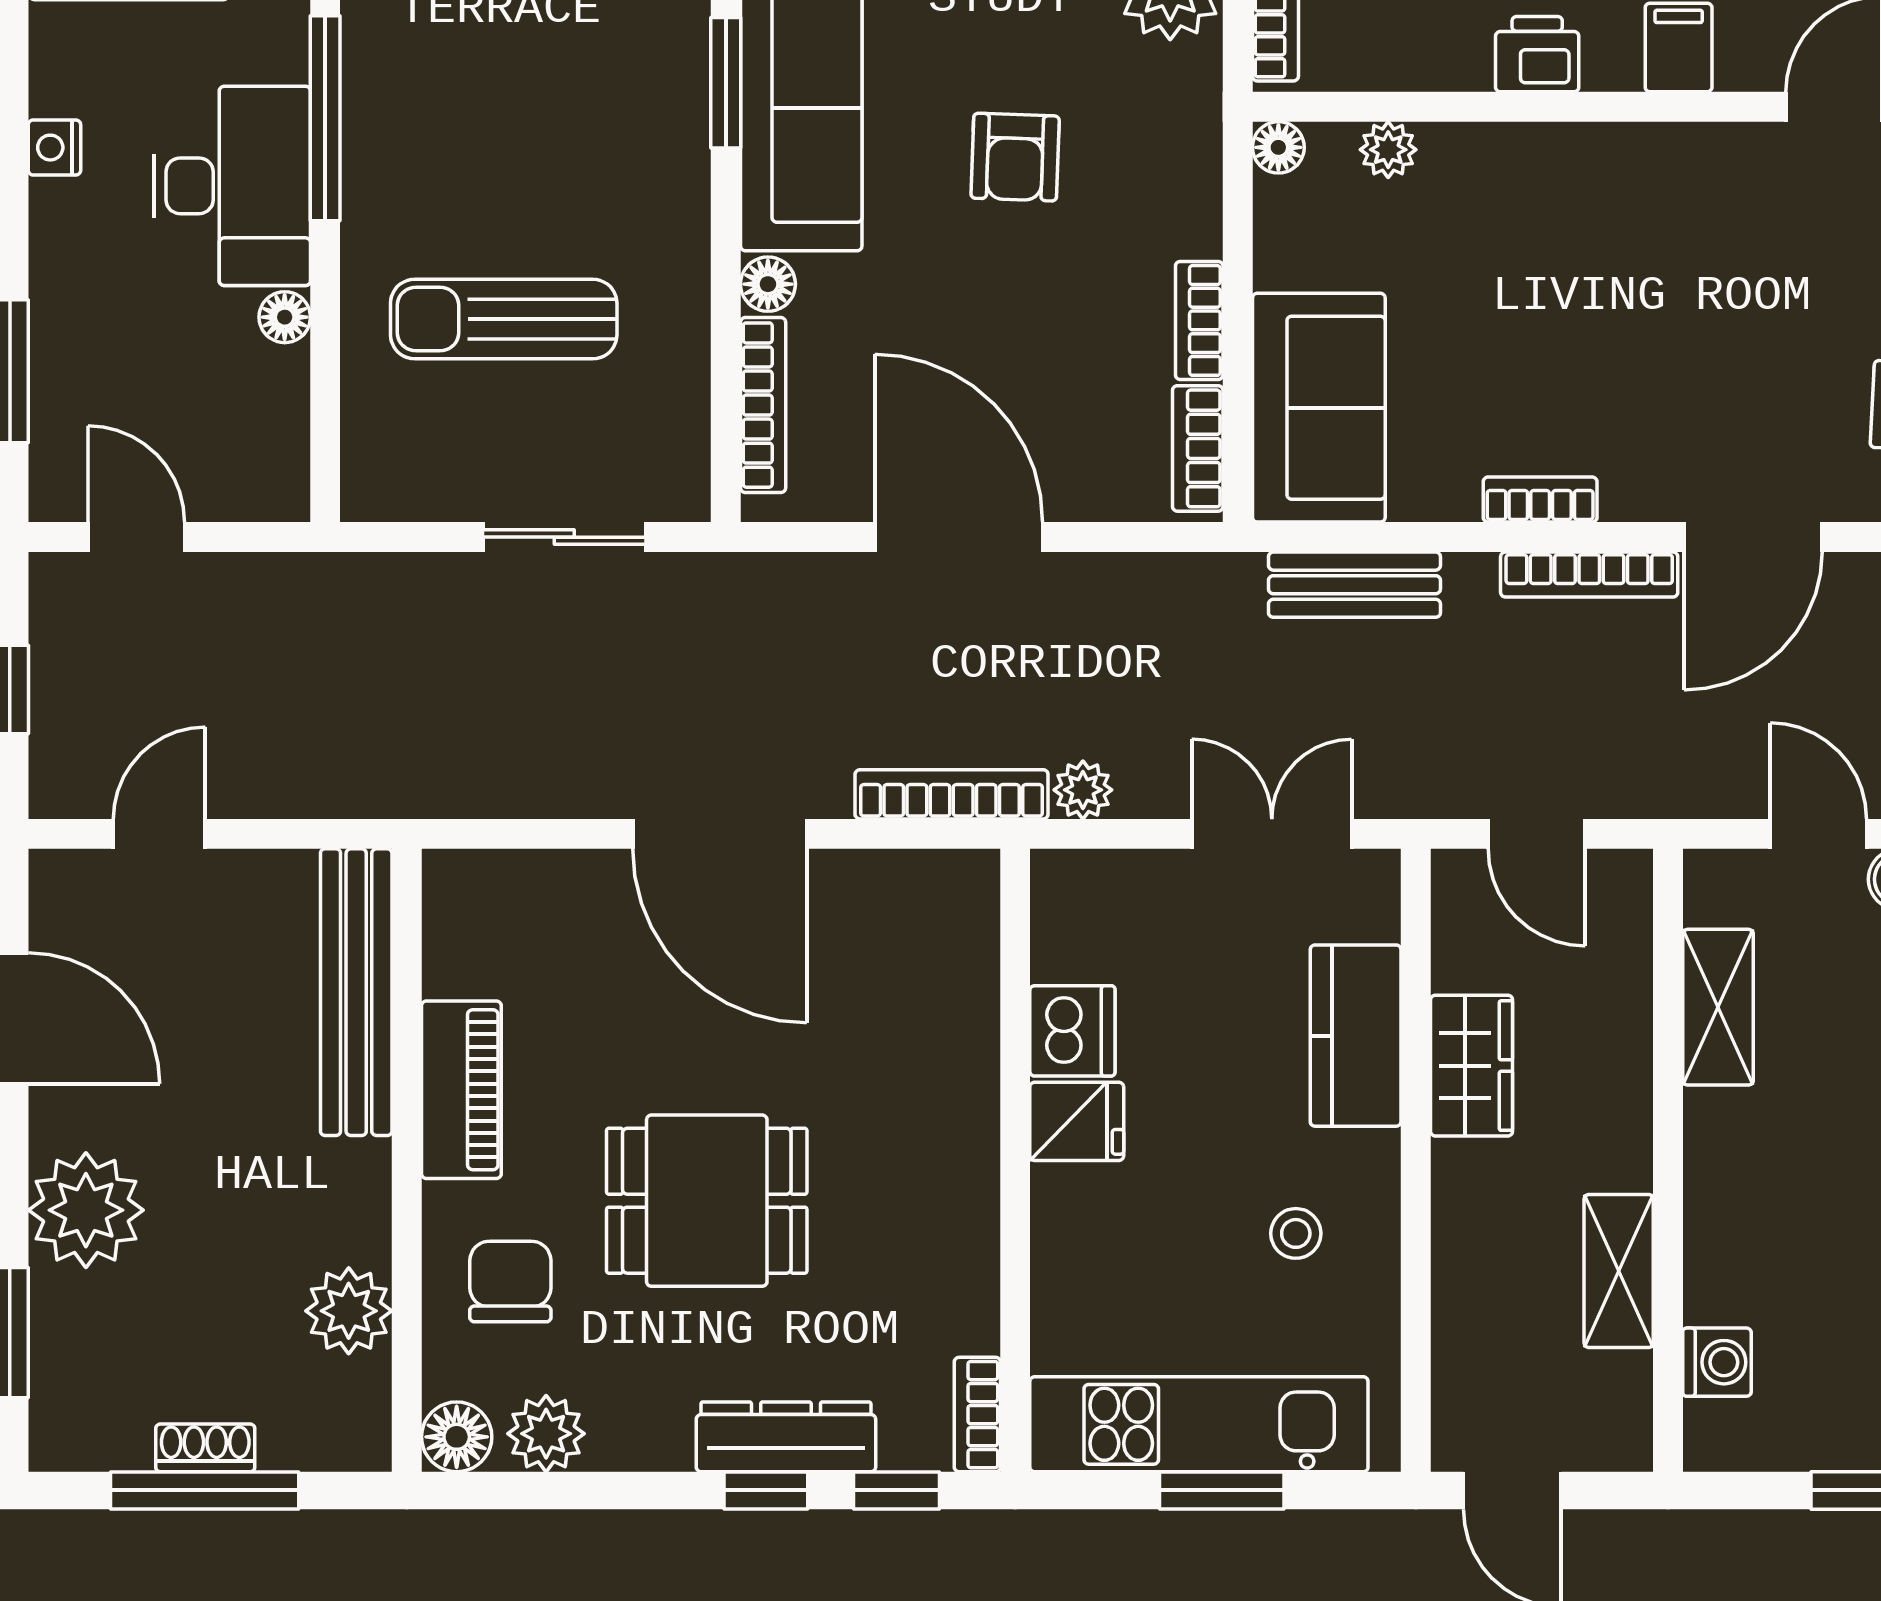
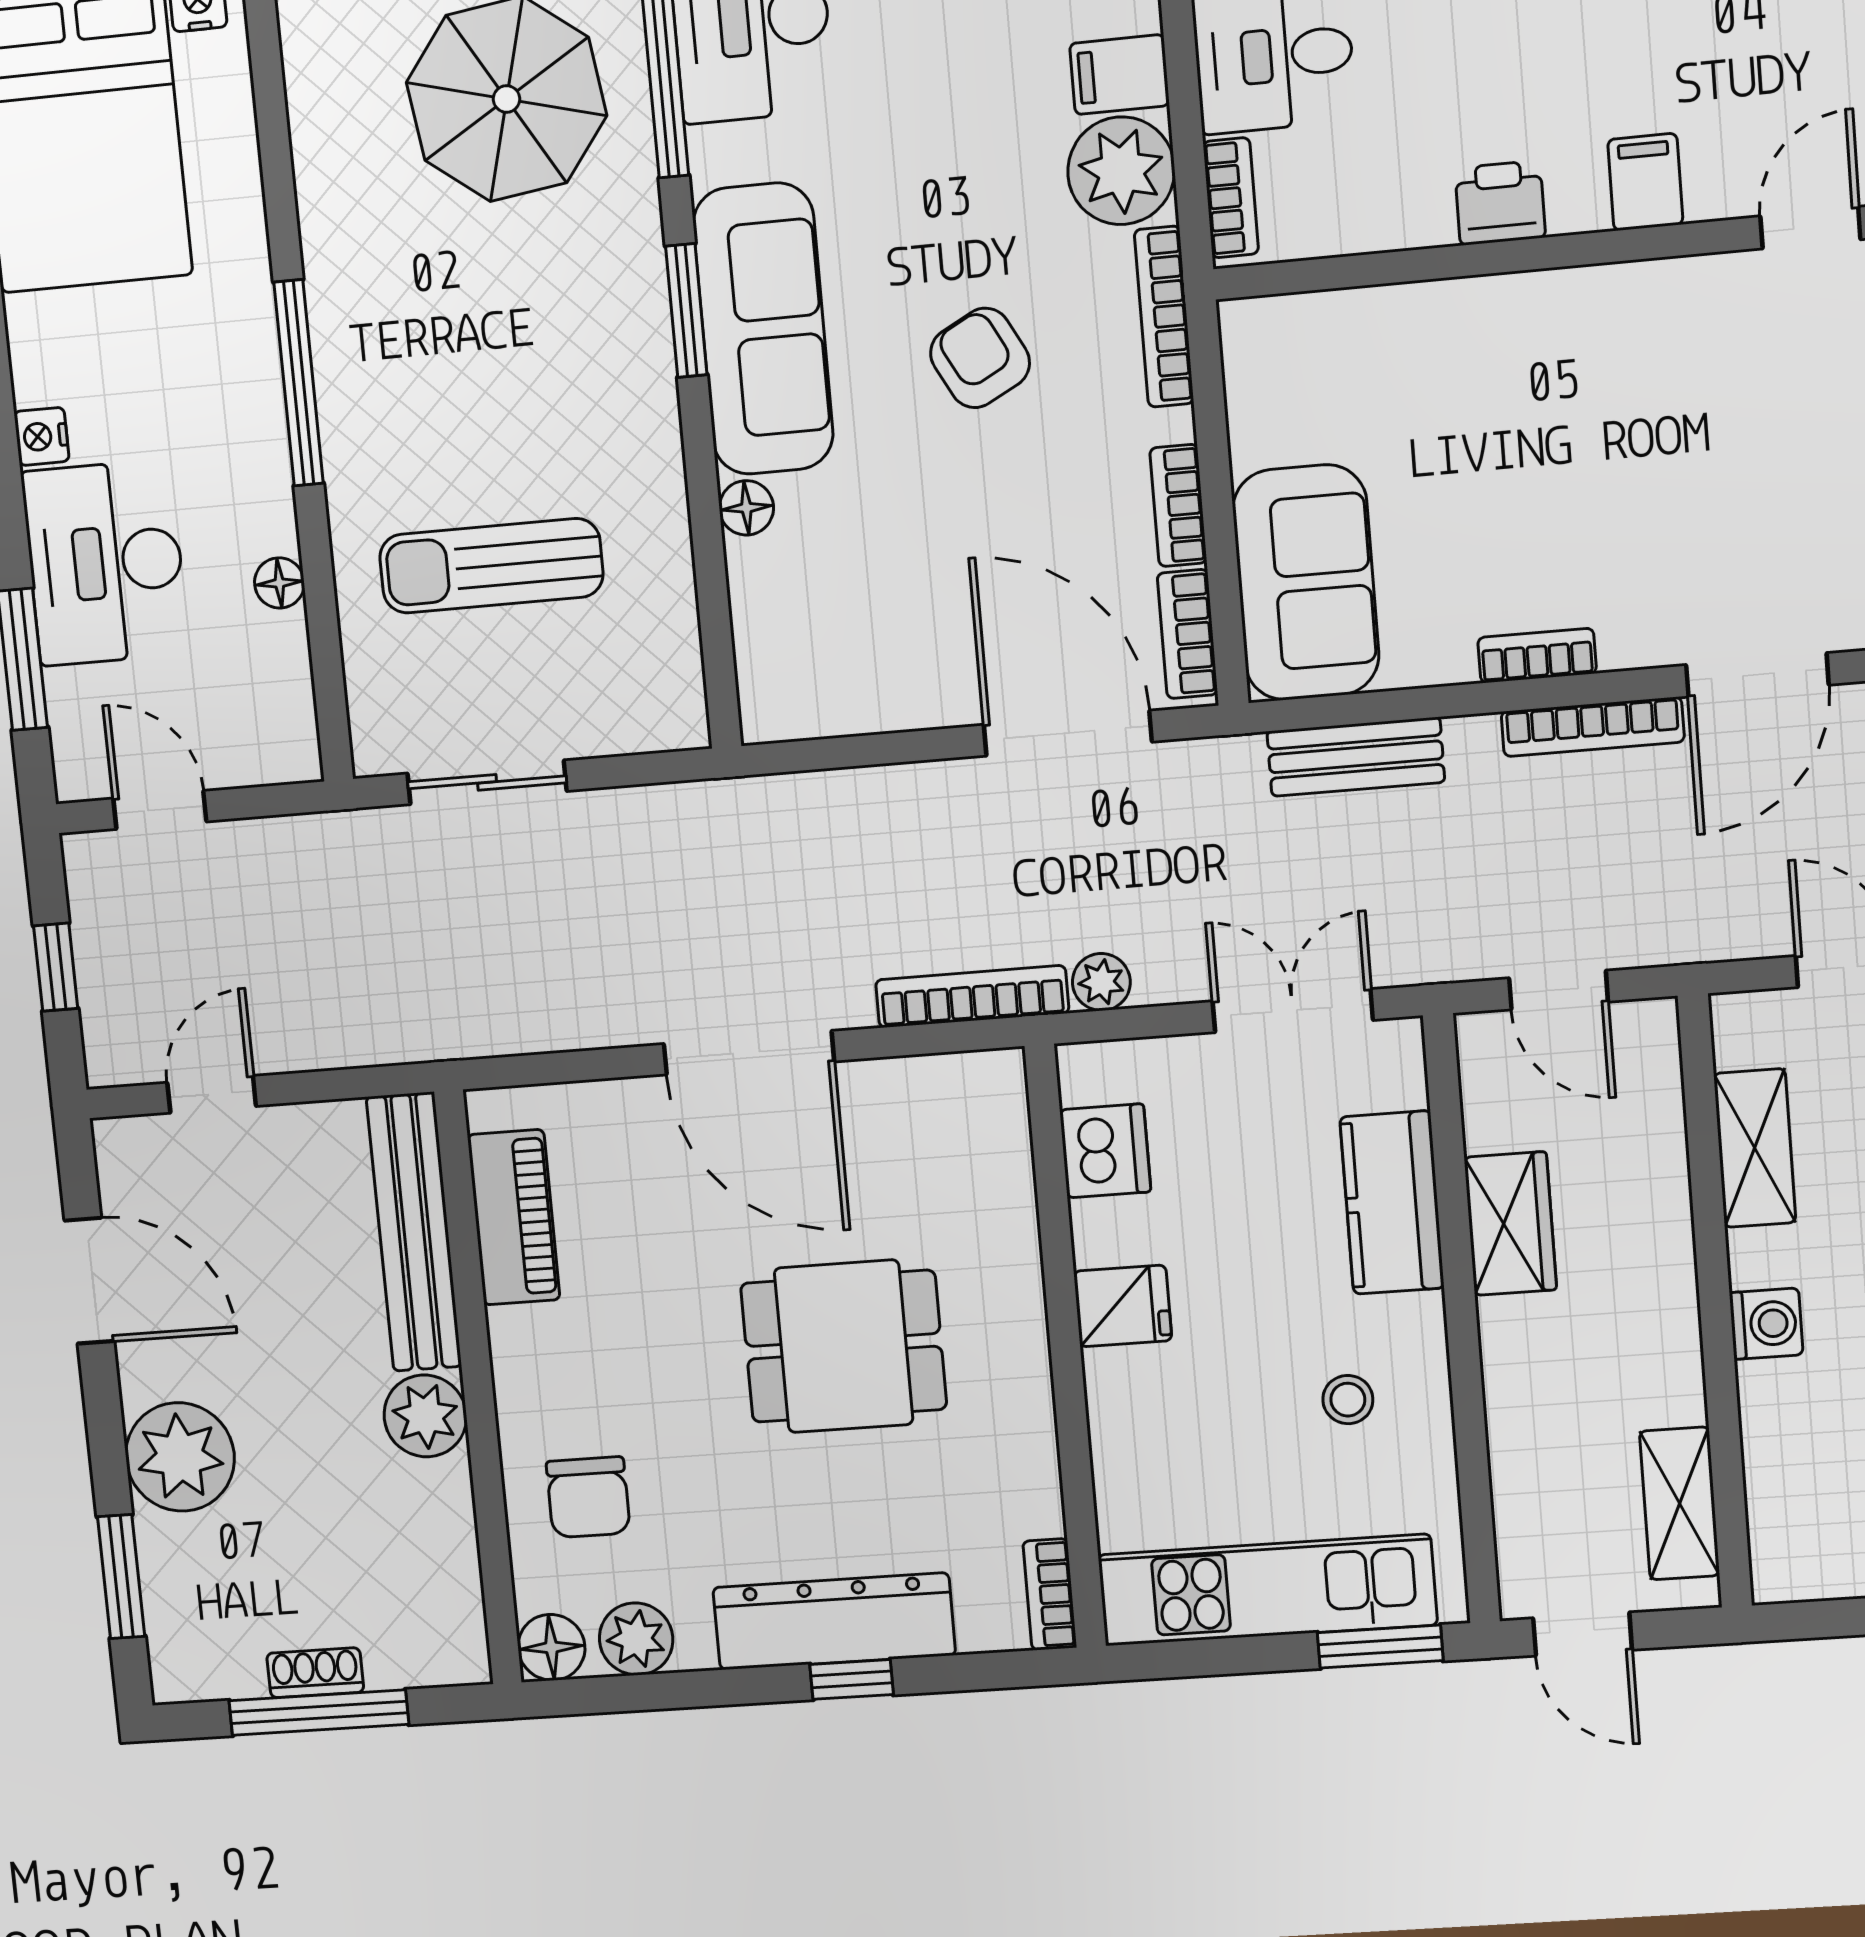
floor lamp: (1278, 147) -> (1244, 323), removed
plant: (1388, 150) -> (1355, 315), removed
armchair: (1015, 157) -> (980, 358), turned 150
desk: (232, 186) -> (105, 563), moved, turned 180
bookcase: (763, 405) -> (1164, 317), moved, turned 180
sliding door: (564, 537) -> (487, 782), moved
door: (959, 537) -> (1068, 733), moved
dishwasher: (1072, 1031) -> (1105, 1151), moved
piano: (461, 1090) -> (514, 1217), moved
dining table: (707, 1201) -> (844, 1346), moved
shelving: (1619, 1271) -> (1680, 1503), moved
chair: (510, 1281) -> (588, 1497), turned 180
plant: (349, 1311) -> (425, 1416), moved
washing machine: (1717, 1362) -> (1766, 1324), moved
dresser: (786, 1437) -> (834, 1621), width x1.37, depth x1.24
window: (896, 1490) -> (978, 1672), removed
window: (1222, 1490) -> (1380, 1647), moved

